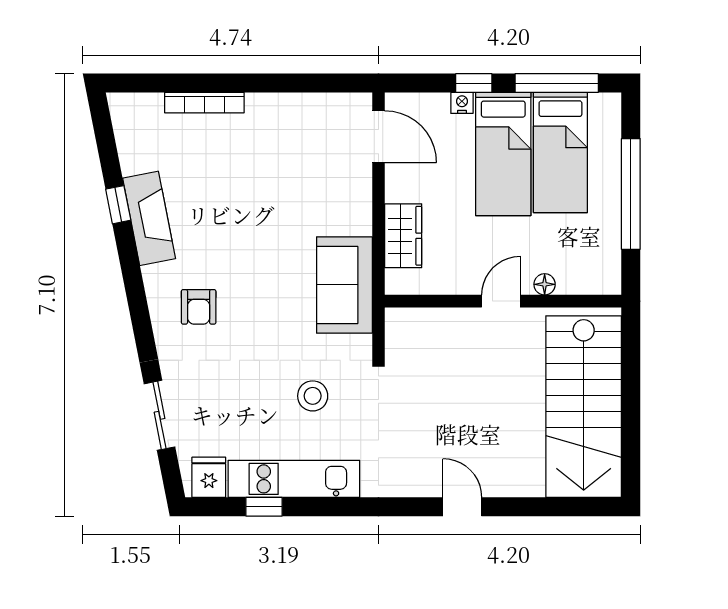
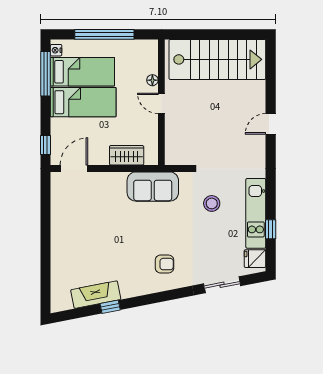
window: (474, 83) -> (45, 145), moved
bookcase: (204, 103) -> (56, 261), removed
nightstand: (462, 103) -> (56, 50), moved
fireplace: (149, 218) -> (96, 295), moved

